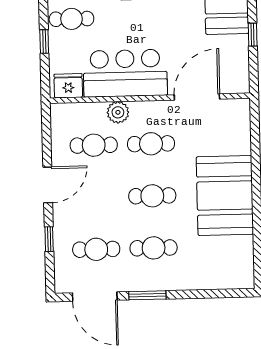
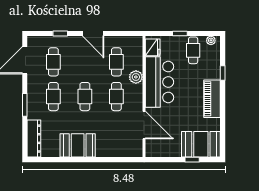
window: (253, 35) -> (192, 160), moved
booth: (225, 196) -> (78, 145), width x0.73, depth x0.70
dresser: (224, 278) -> (34, 139), added
window: (147, 295) -> (25, 105), moved

